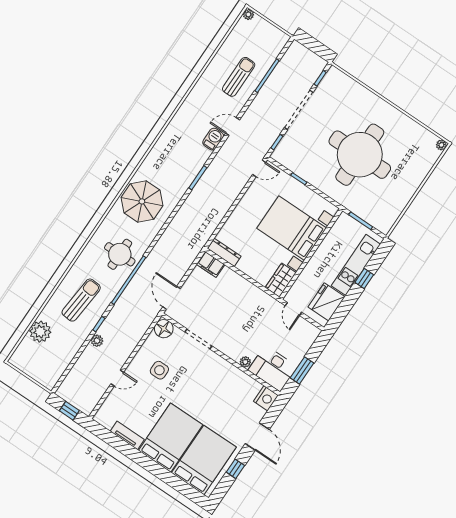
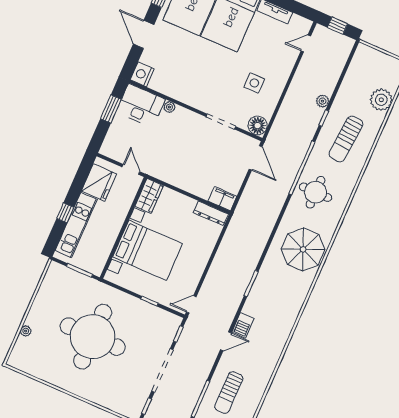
plant: (441, 145) -> (26, 331), moved
door: (117, 378) -> (306, 43), moved

